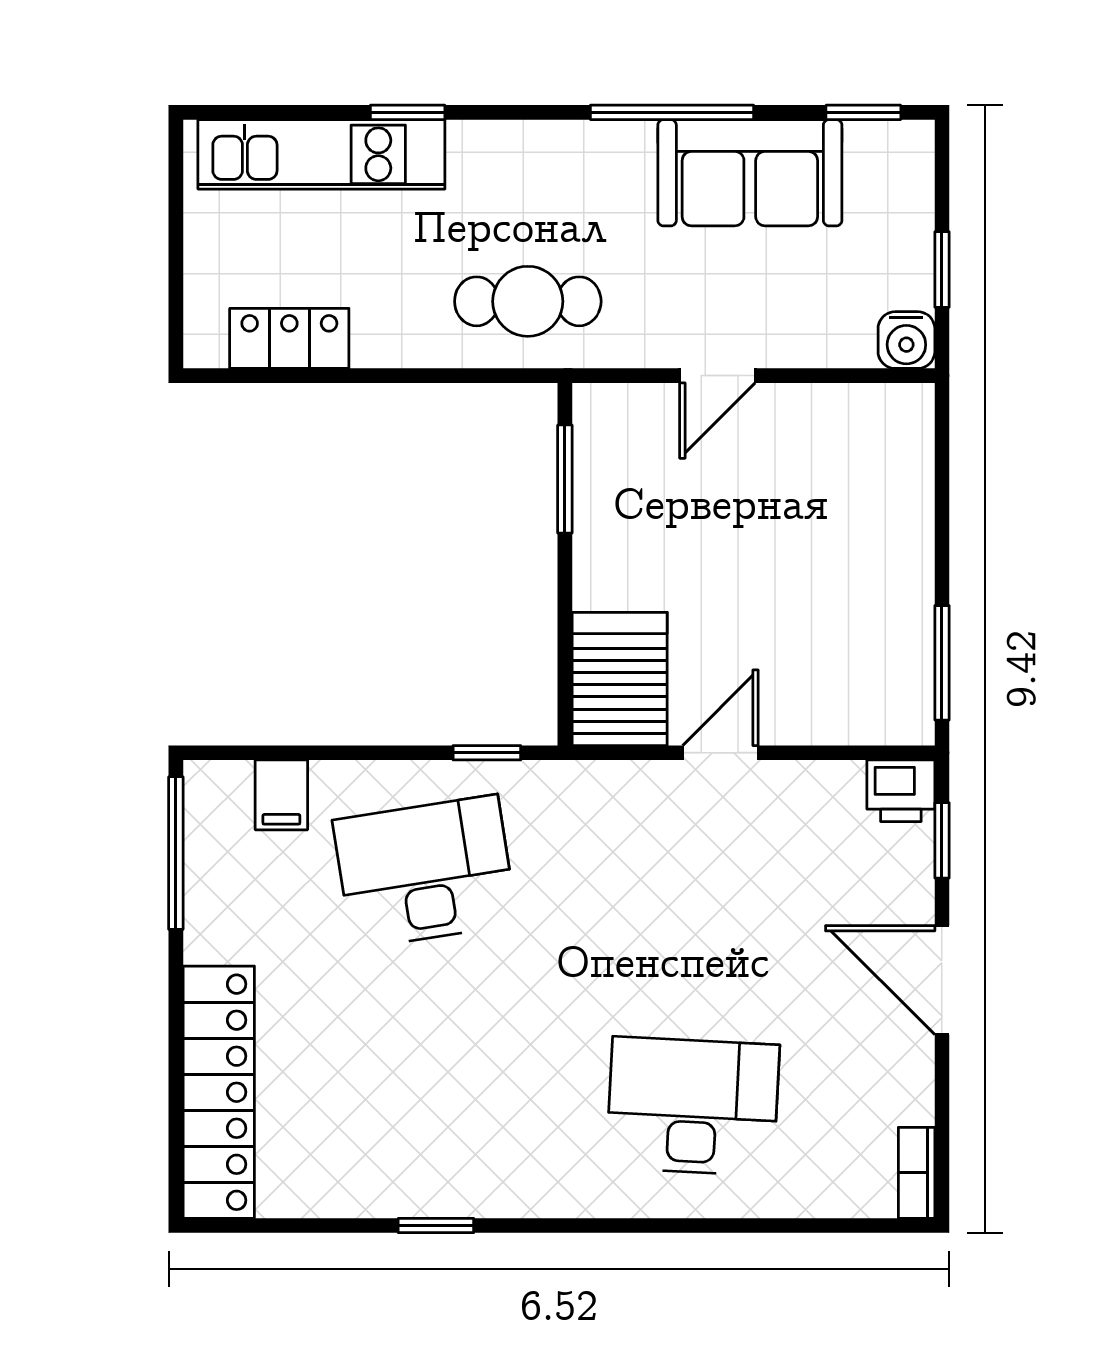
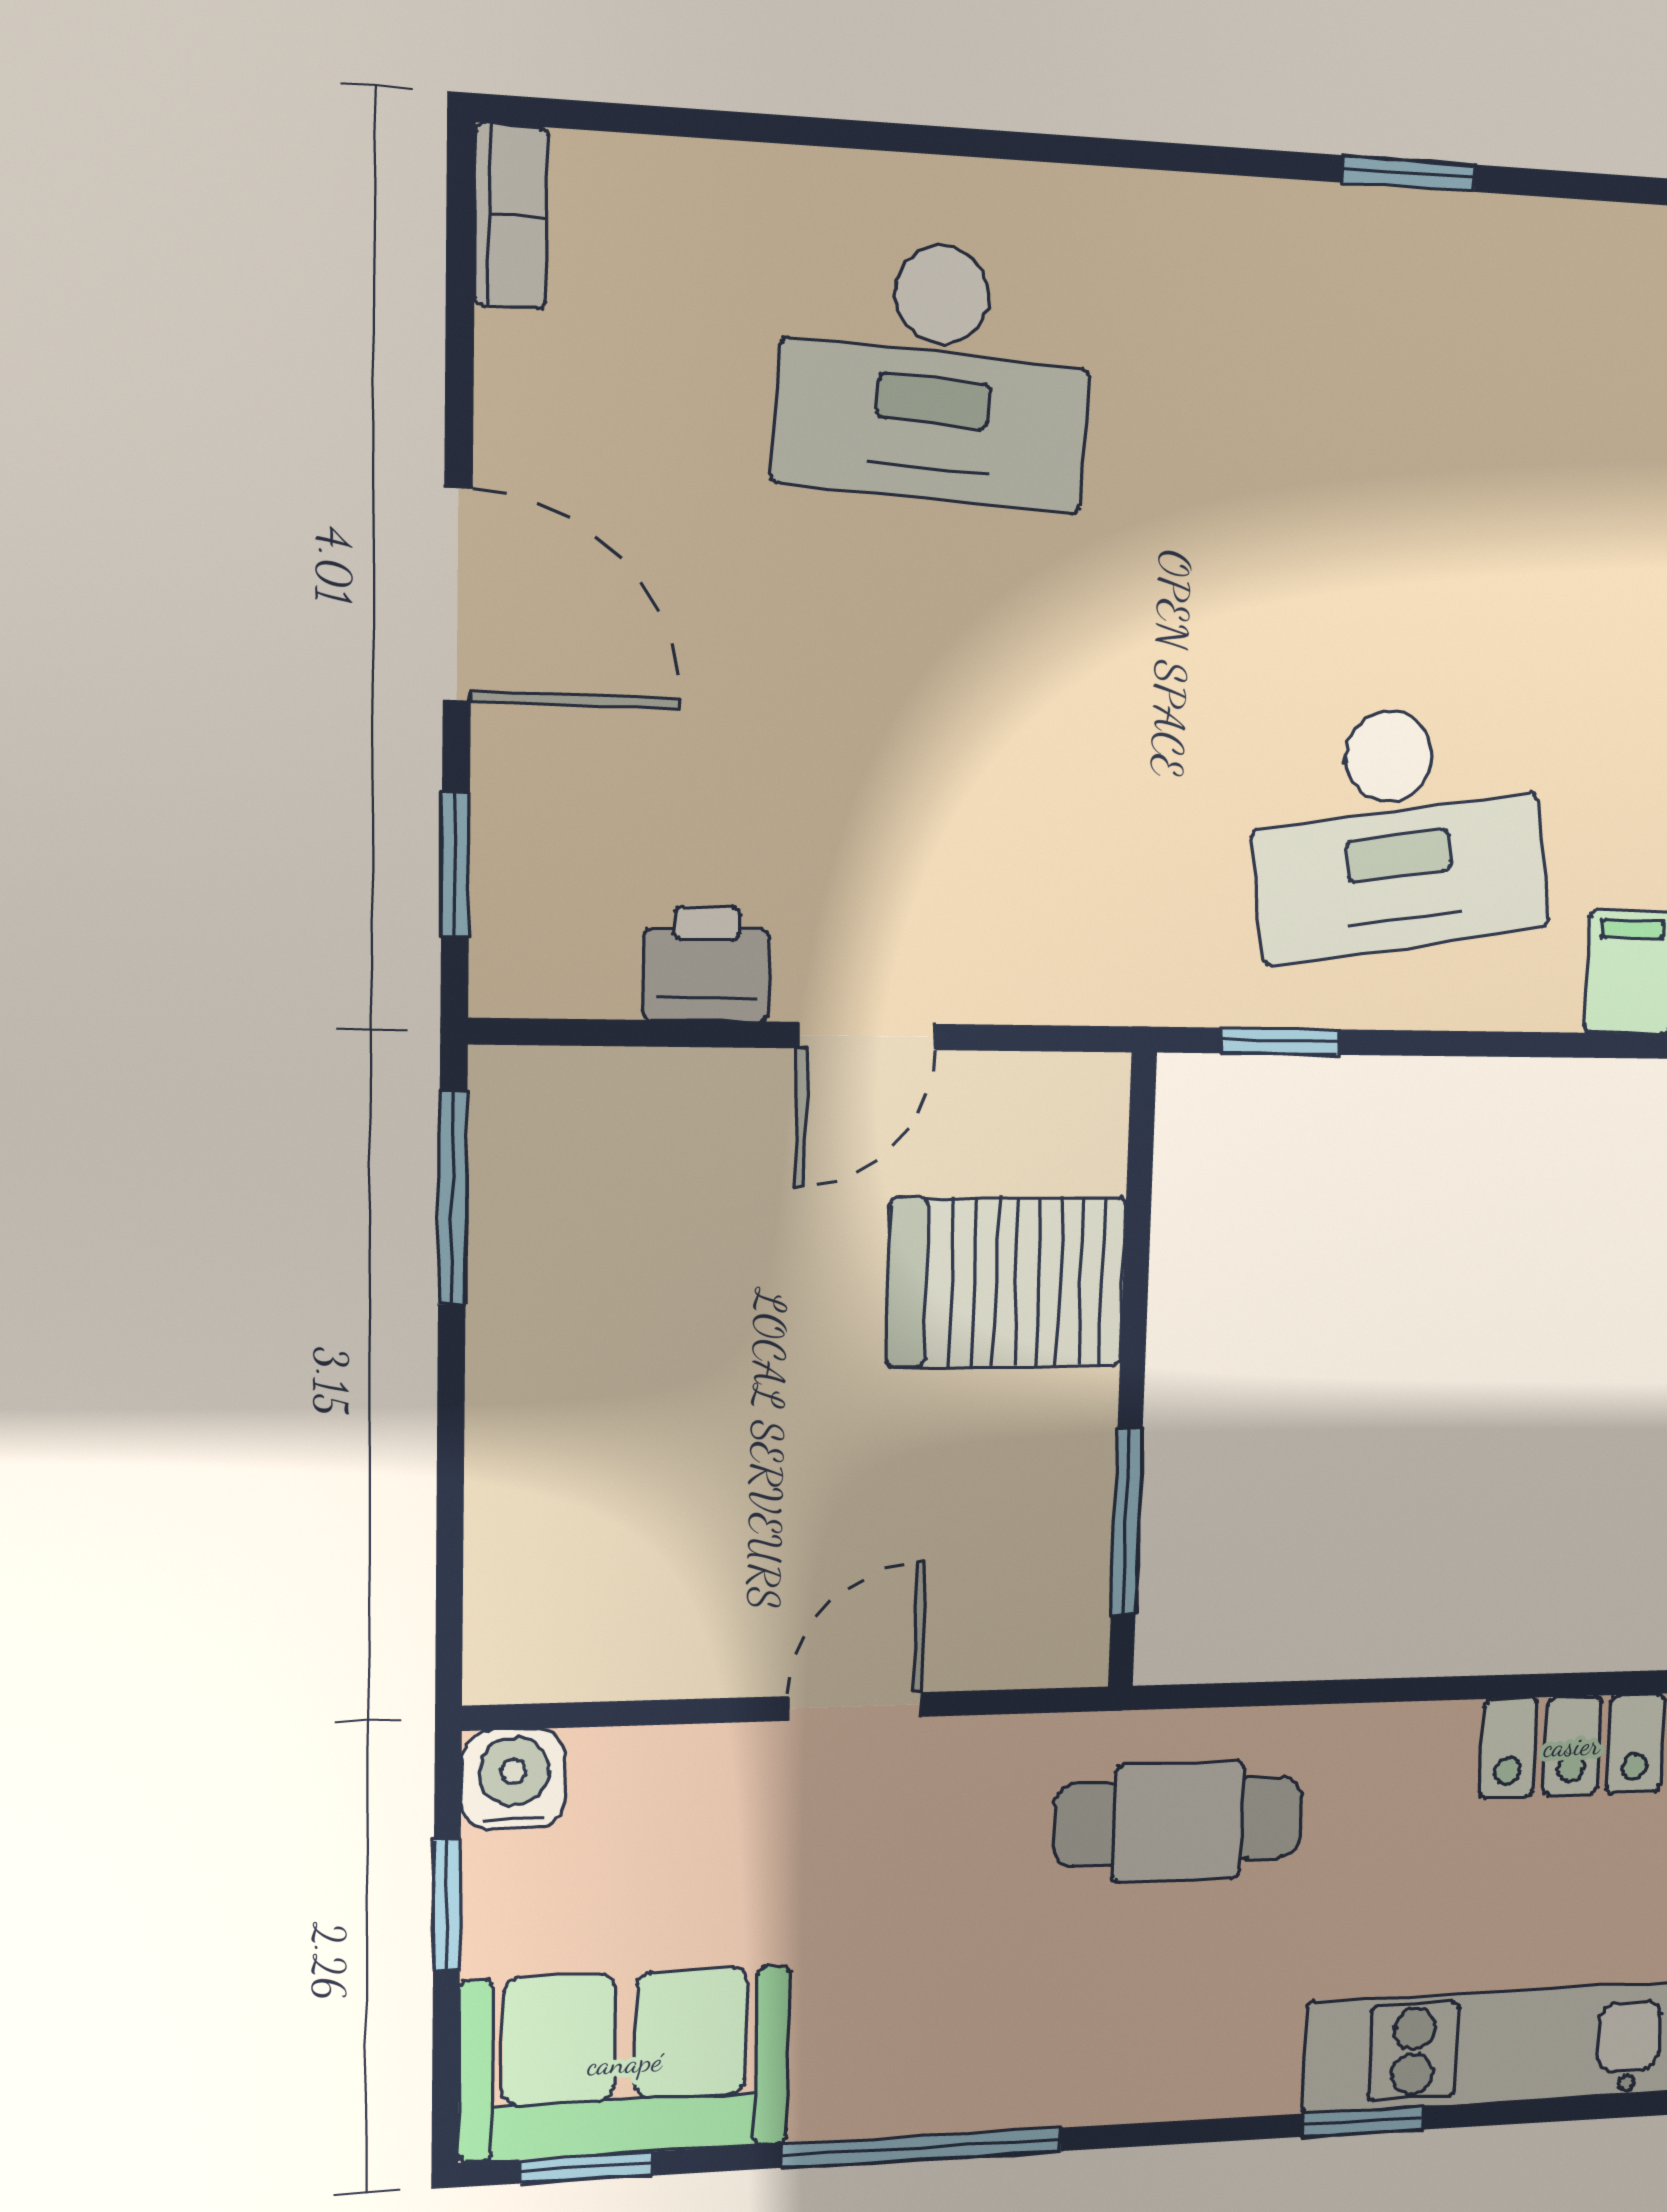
sofa: (750, 173) -> (625, 2063), moved
server rack: (620, 679) -> (1007, 1282), moved, turned 90
printer: (901, 791) -> (706, 963), moved

